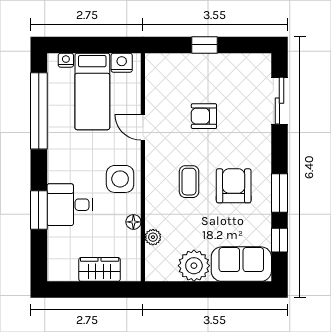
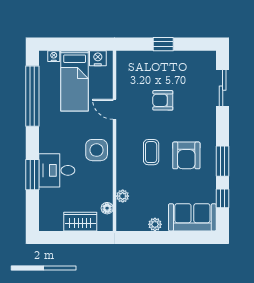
armchair: (234, 186) -> (186, 155), turned 180
floor lamp: (133, 222) -> (107, 208), moved
plant: (194, 266) -> (155, 224), width x0.53, depth x0.53

